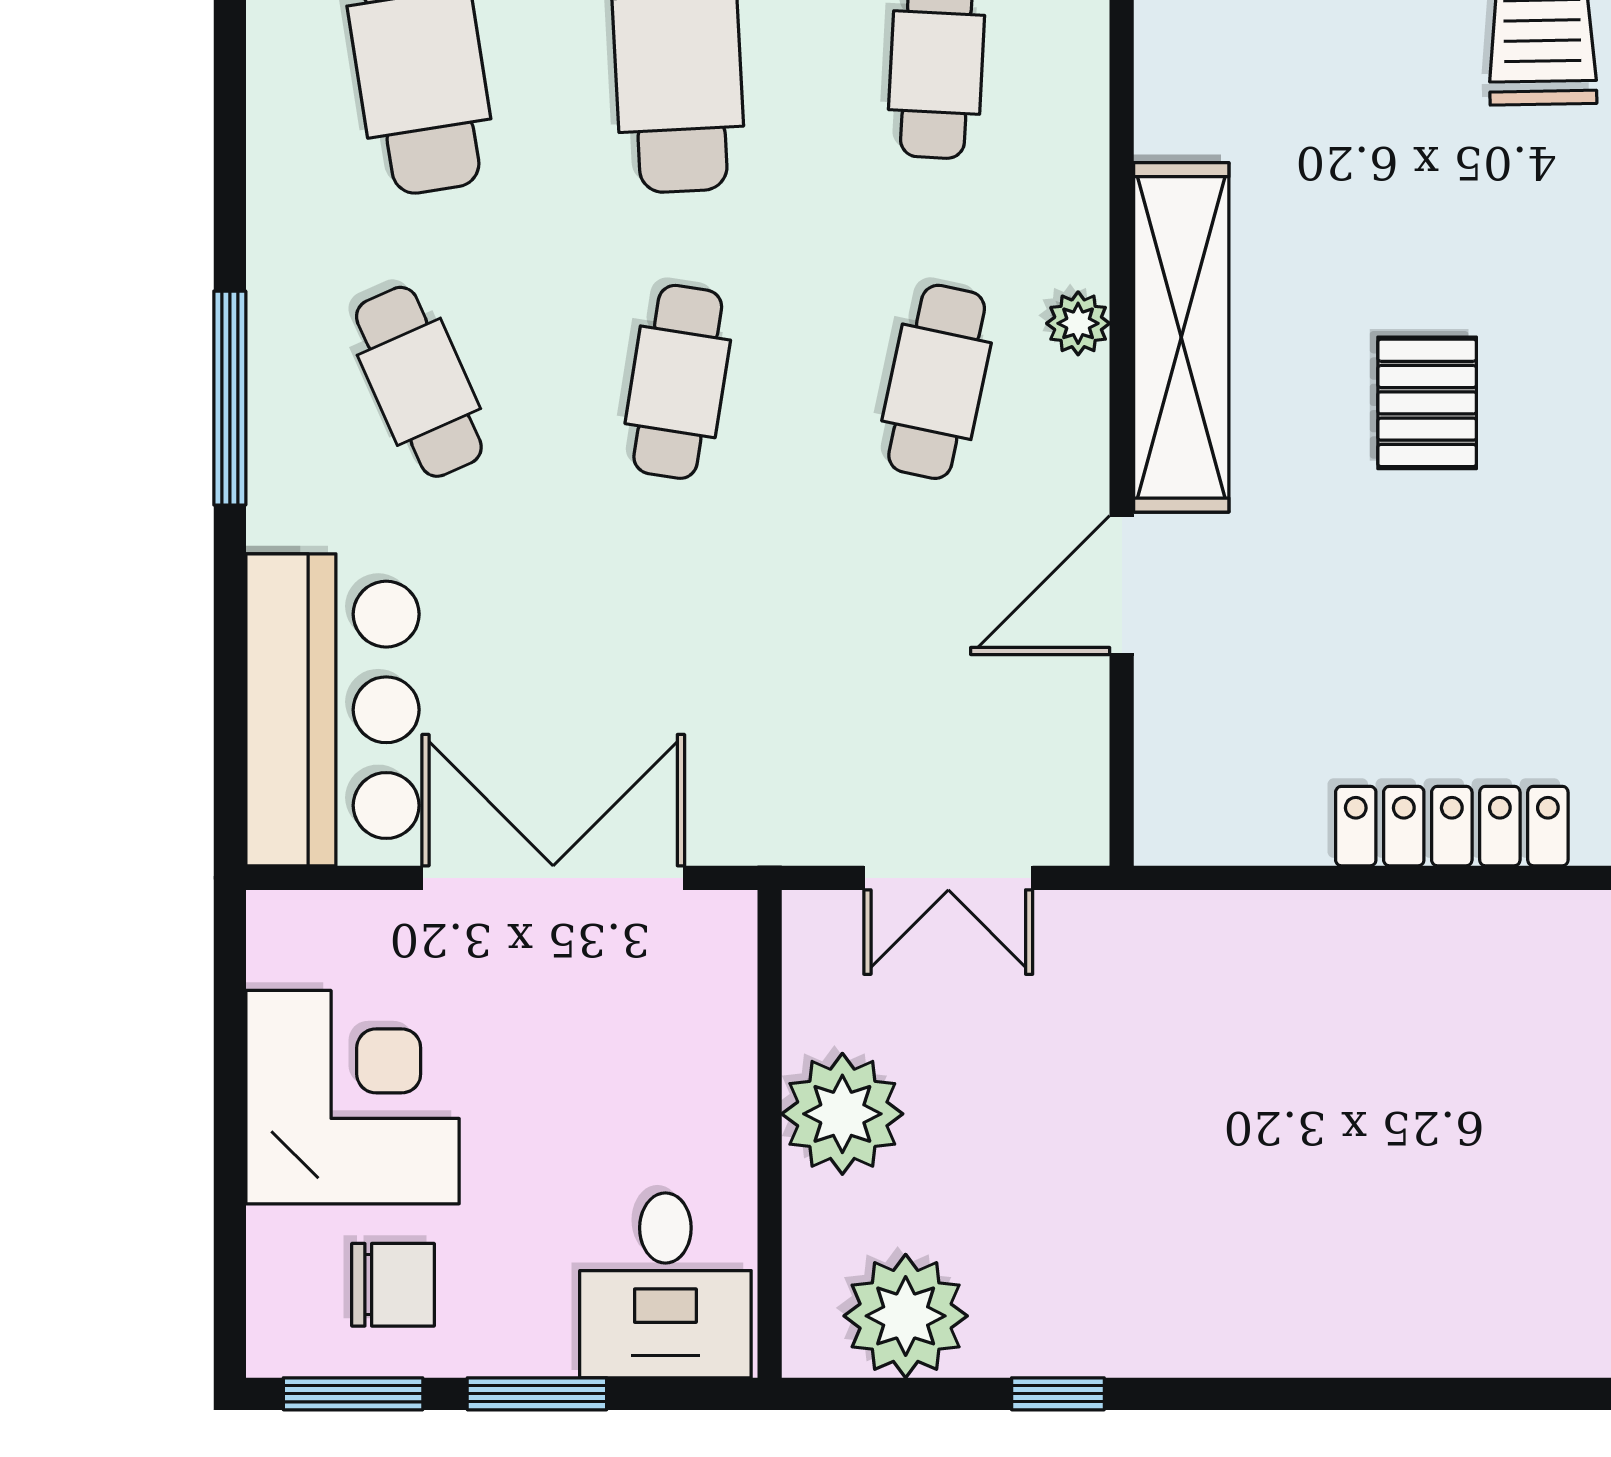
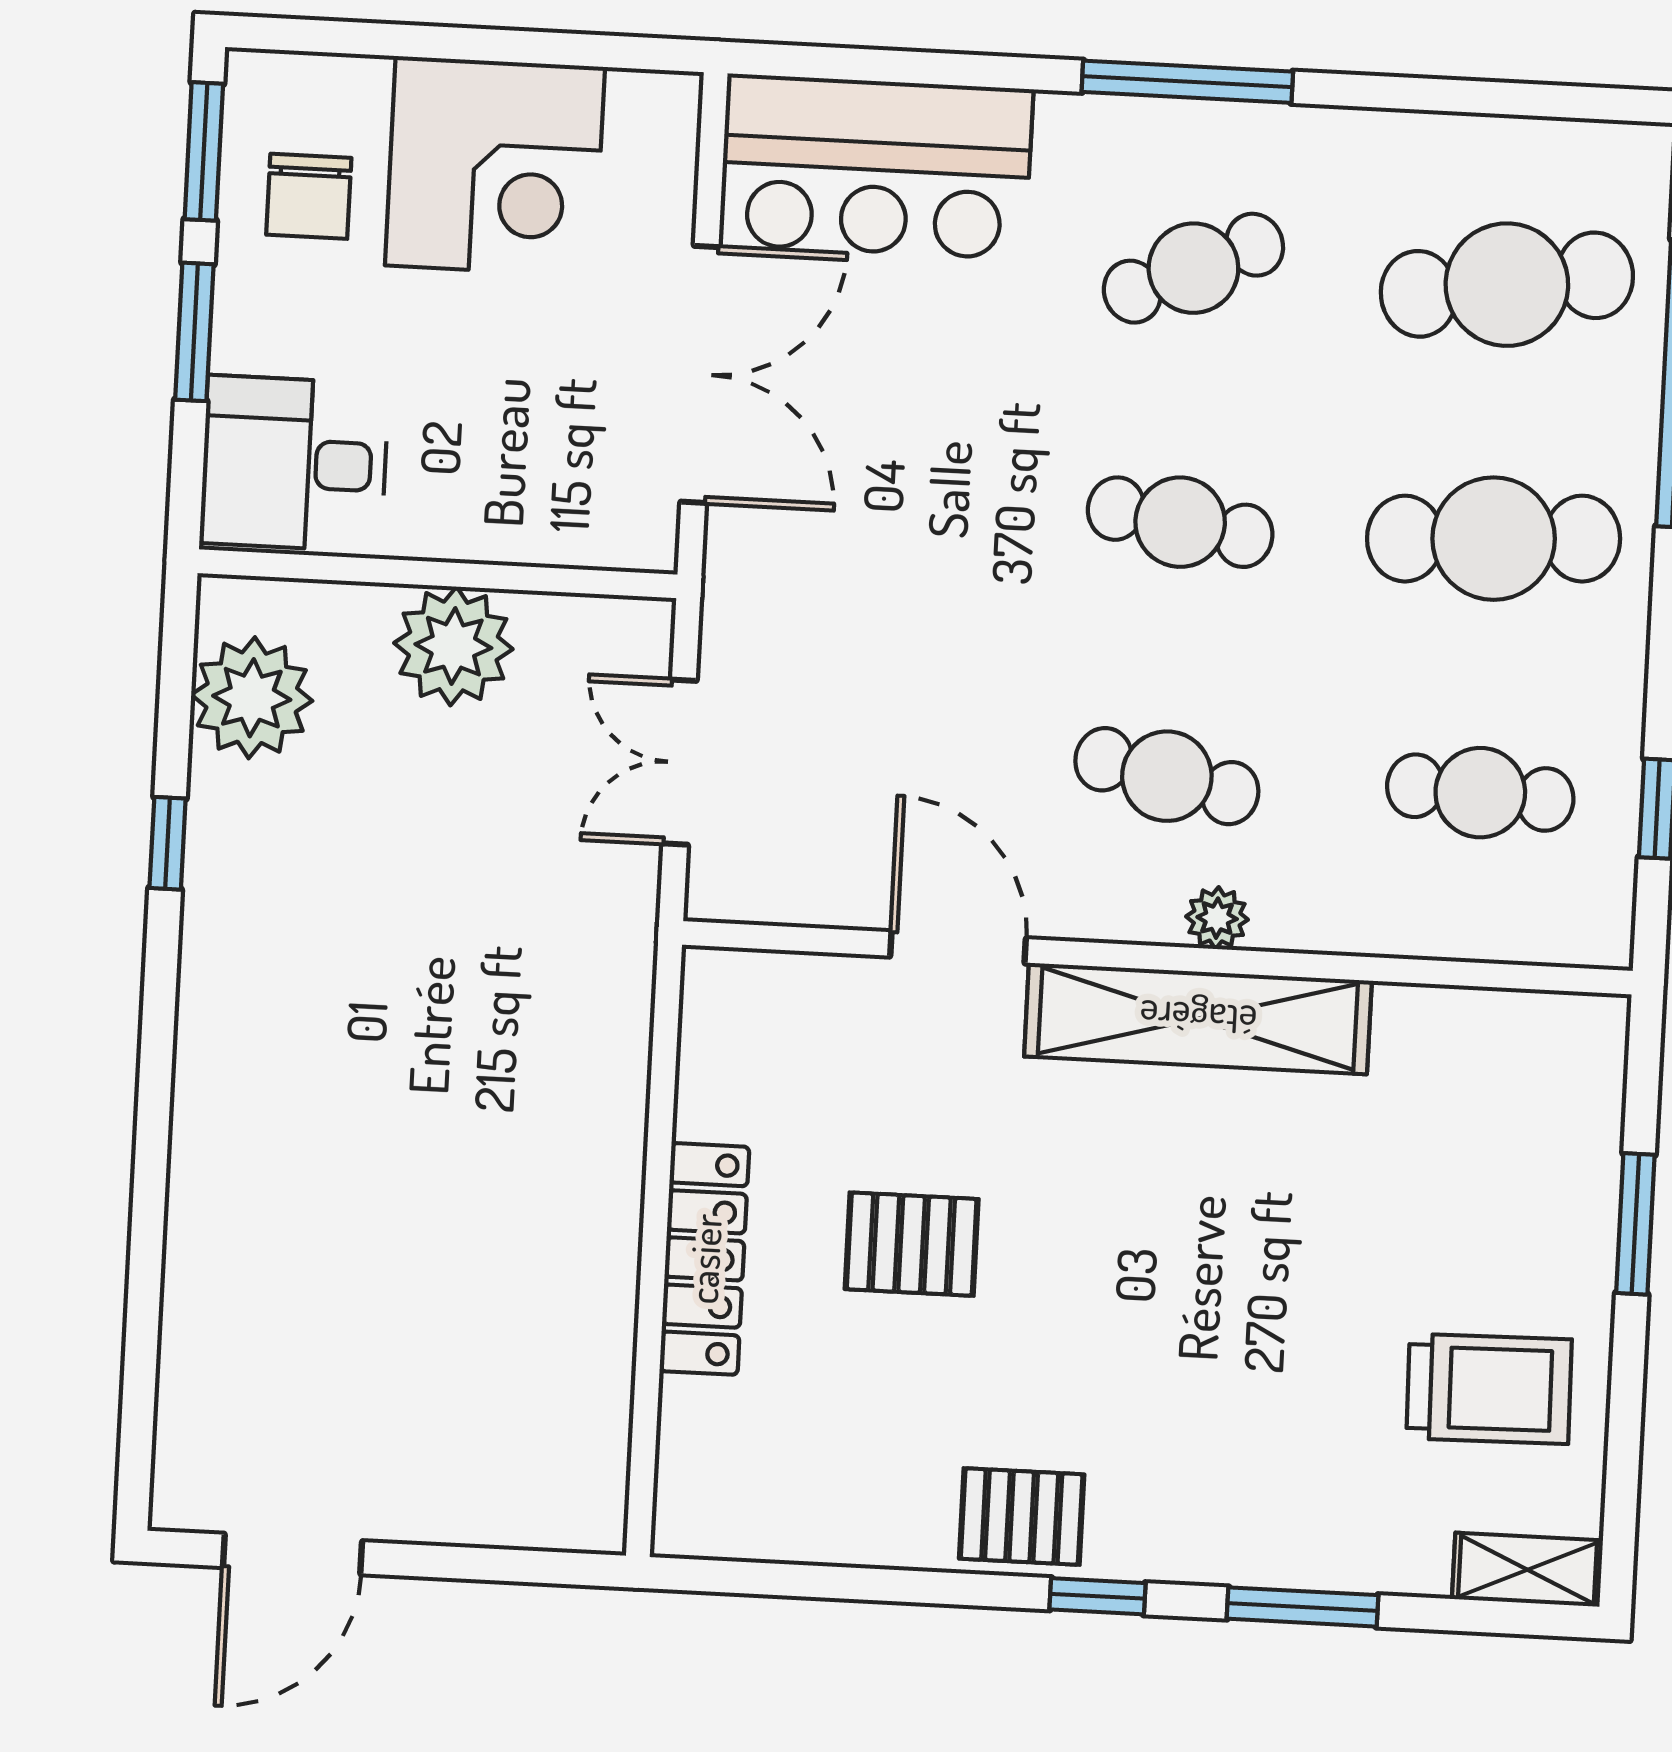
pallet: (1427, 403) -> (912, 1244), moved

